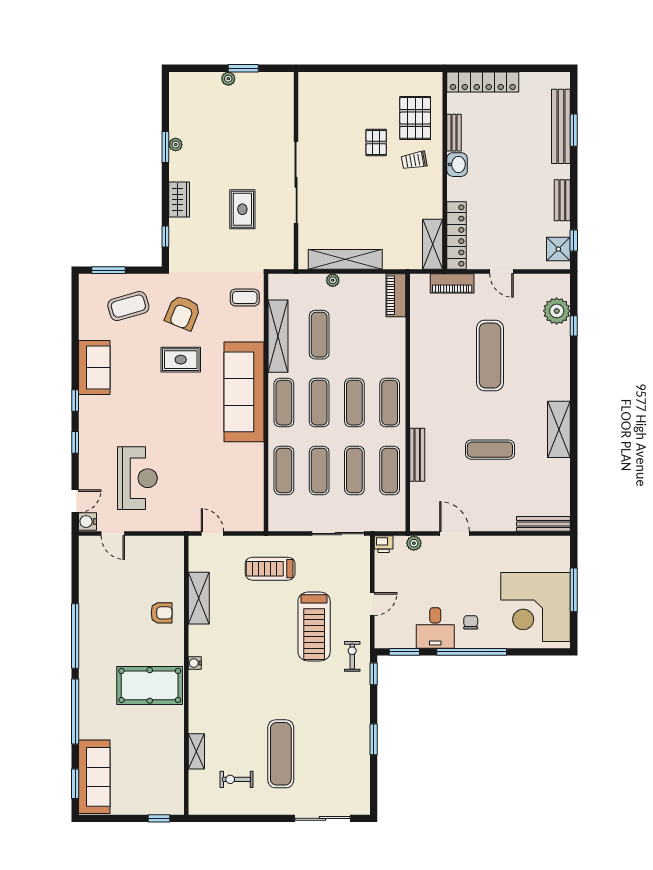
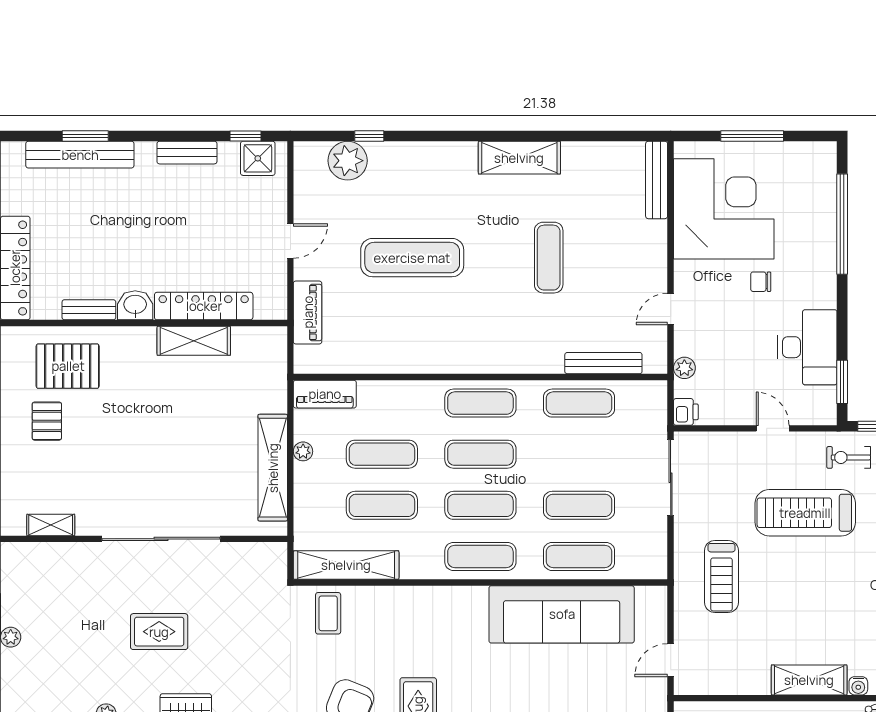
shelving: (306, 106) -> (51, 525), added
pallet: (376, 143) -> (47, 421), moved, turned 90
trolley: (414, 160) -> (129, 367), removed
rug: (242, 209) -> (159, 632), moved
locker: (457, 236) -> (204, 306), moved
shelving: (433, 244) -> (194, 341), moved
plant: (333, 280) -> (303, 451), moved
shelving: (278, 336) -> (346, 565), moved
sofa: (244, 392) -> (562, 614), moved
bench: (417, 455) -> (603, 363), moved
exercise mat: (354, 470) -> (382, 454), moved
door: (455, 534) -> (671, 309), width x0.73
shelving: (199, 598) -> (809, 680), moved
corner desk: (536, 607) -> (724, 209), moved, turned -90
chair: (471, 622) -> (761, 282), moved
treadmill: (314, 627) -> (805, 513), turned 180
desk: (435, 628) -> (807, 347), width x1.37
window: (472, 652) -> (842, 224), moved

